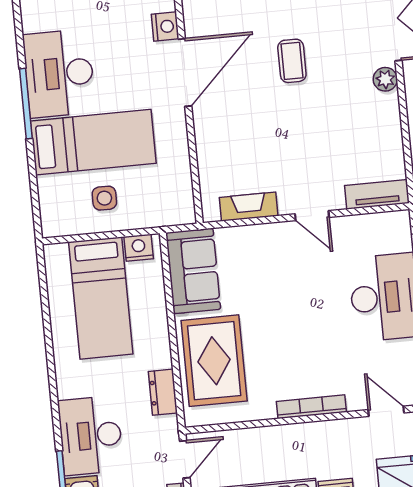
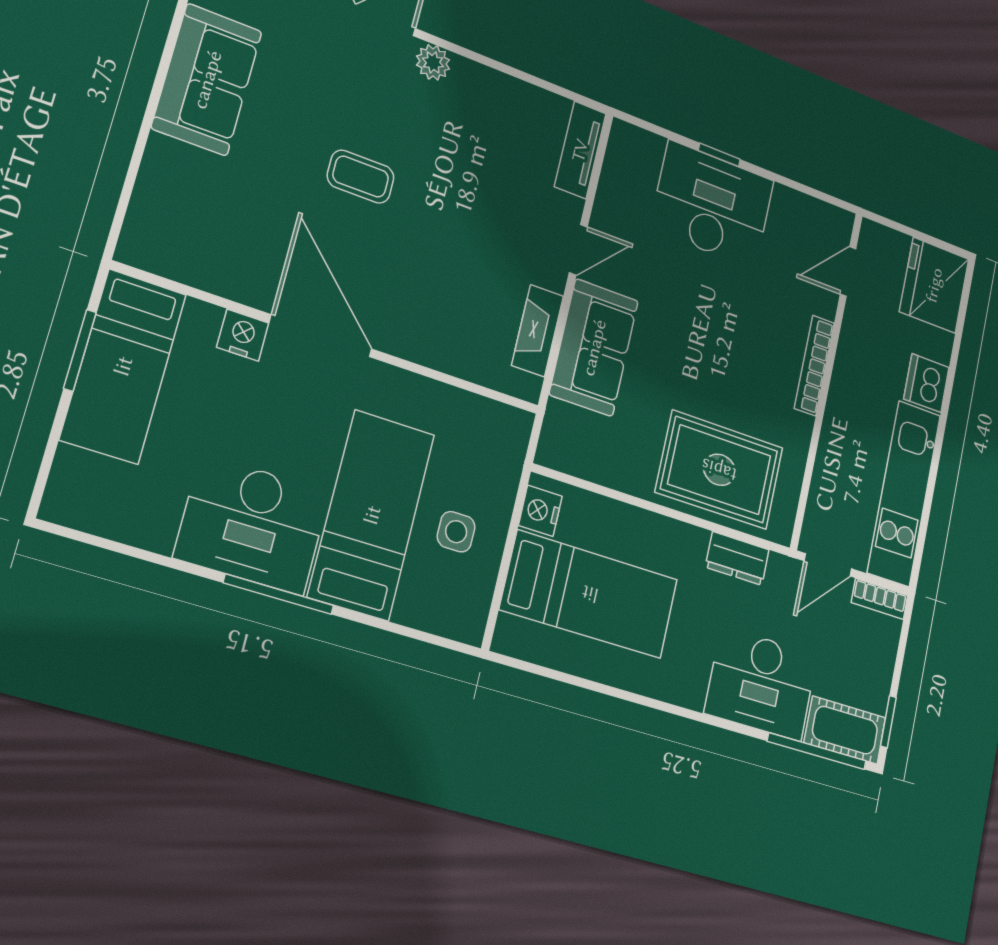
sofa: (193, 271) -> (594, 347), moved, turned 90
door: (185, 459) -> (828, 565), swing flipped

